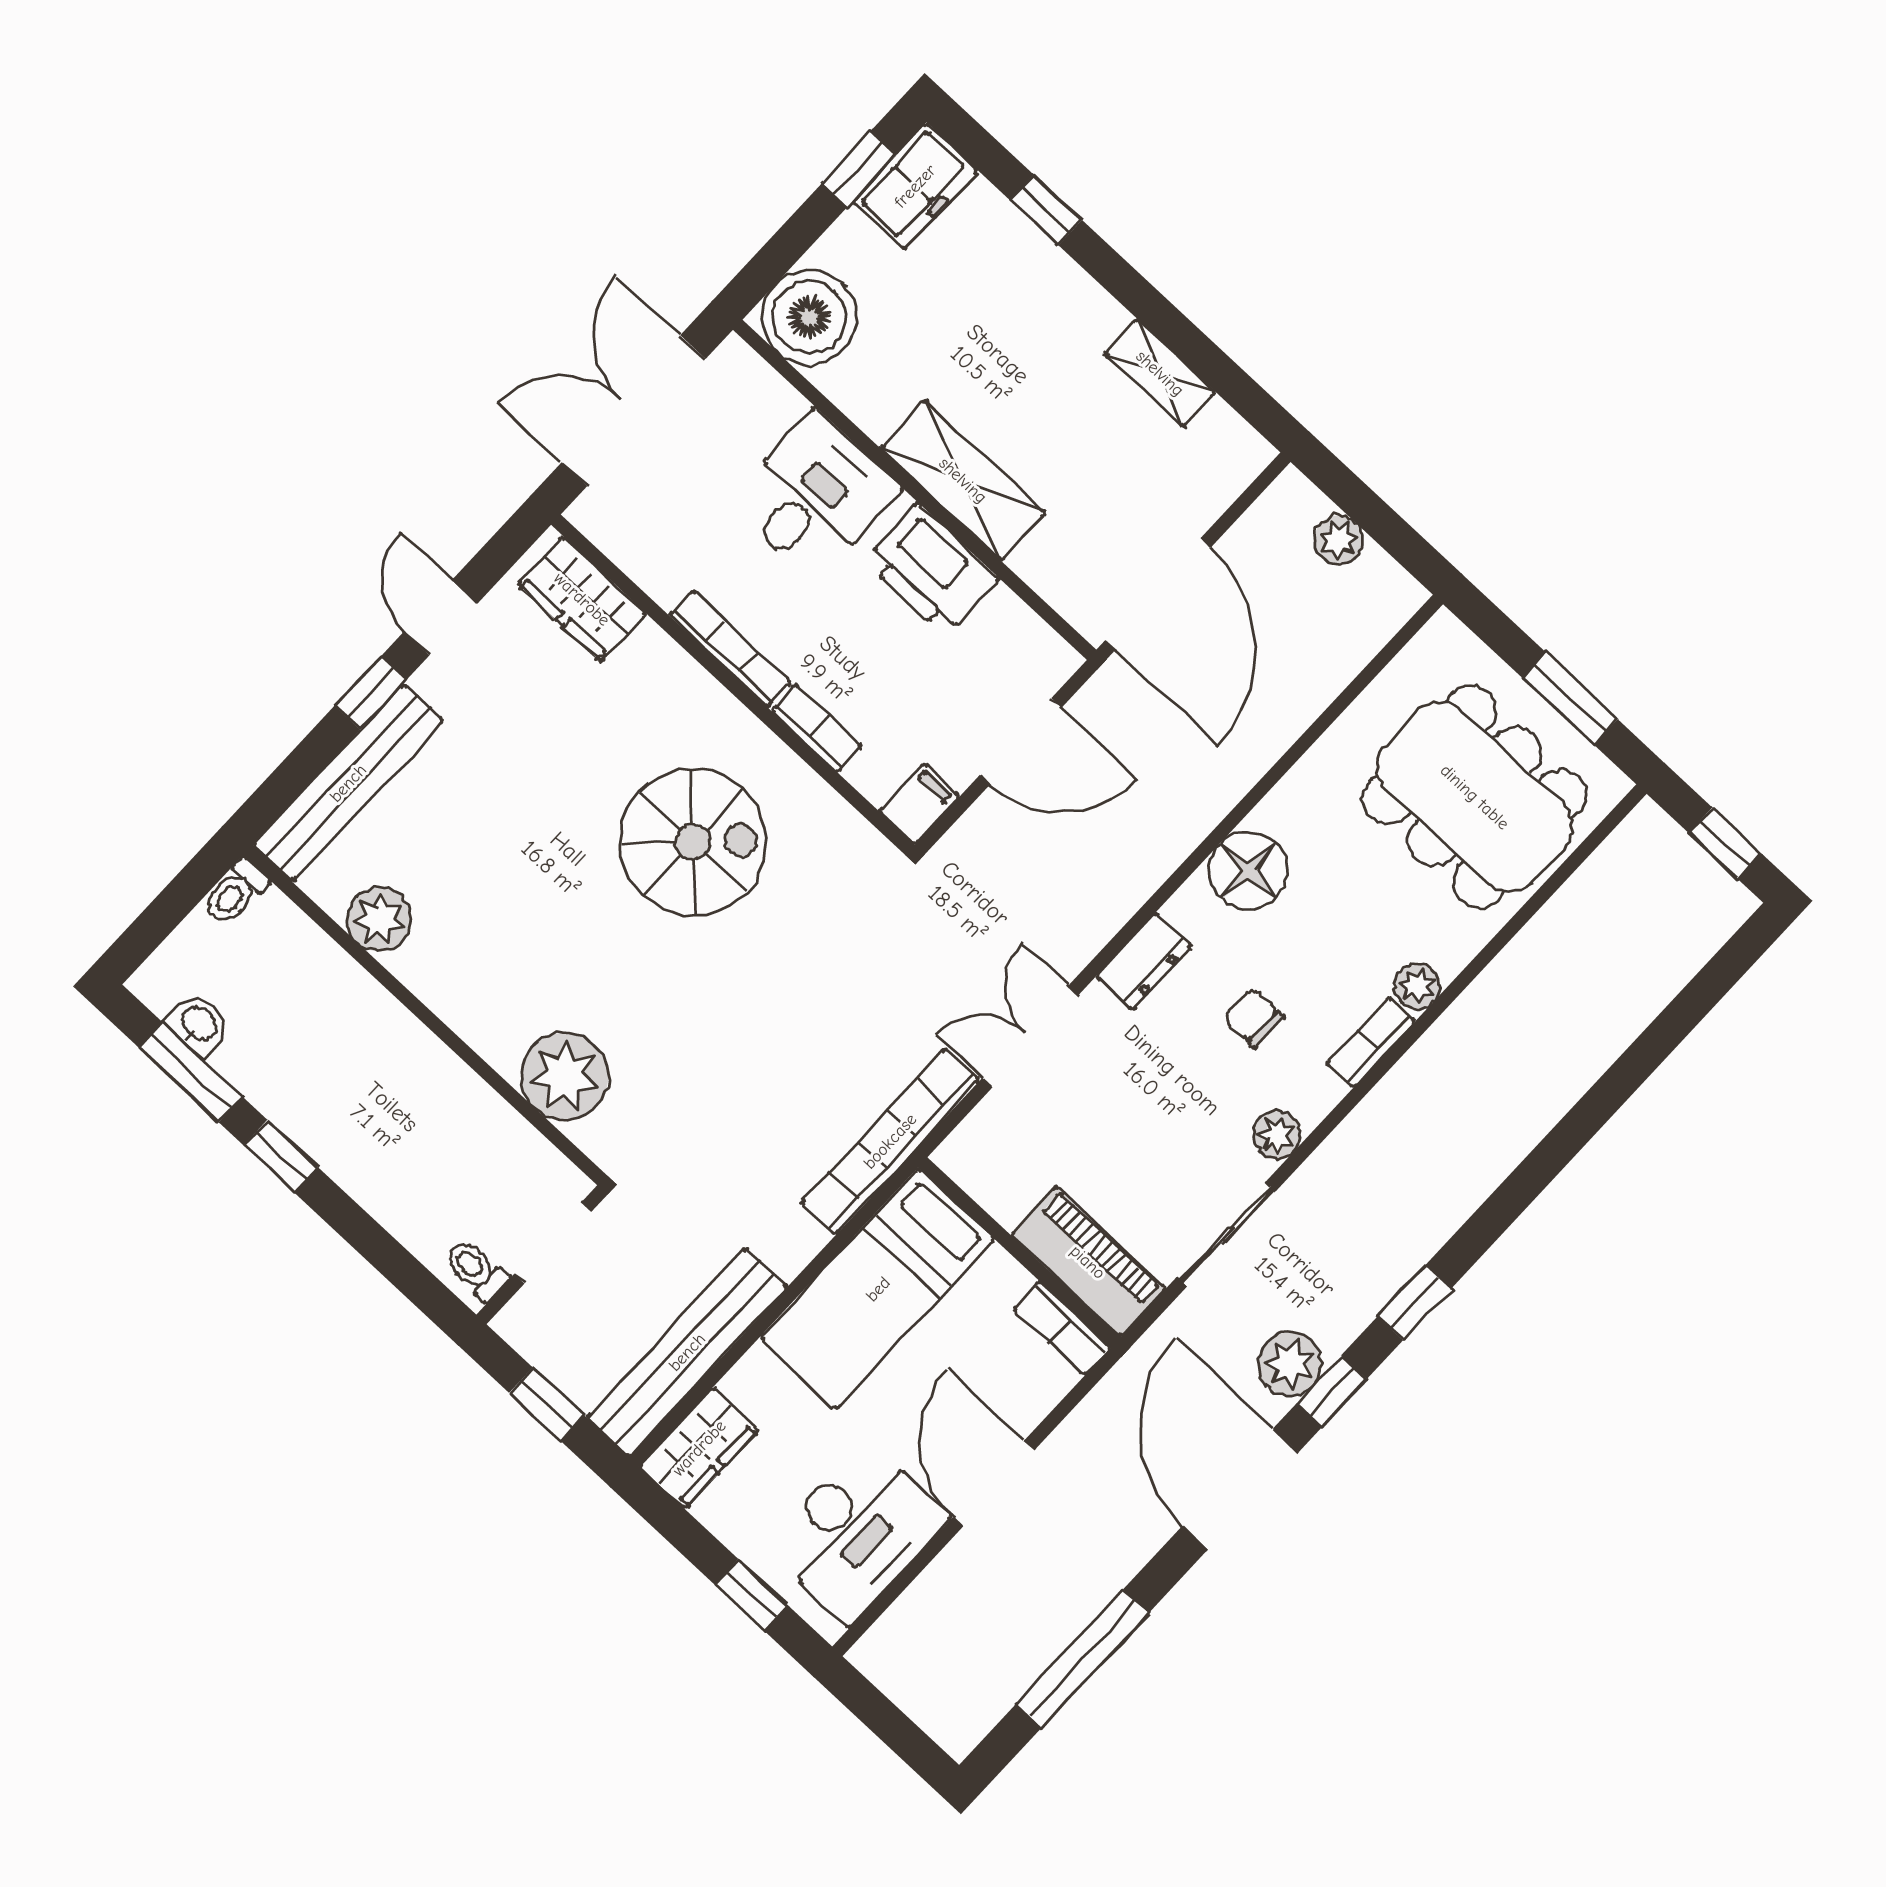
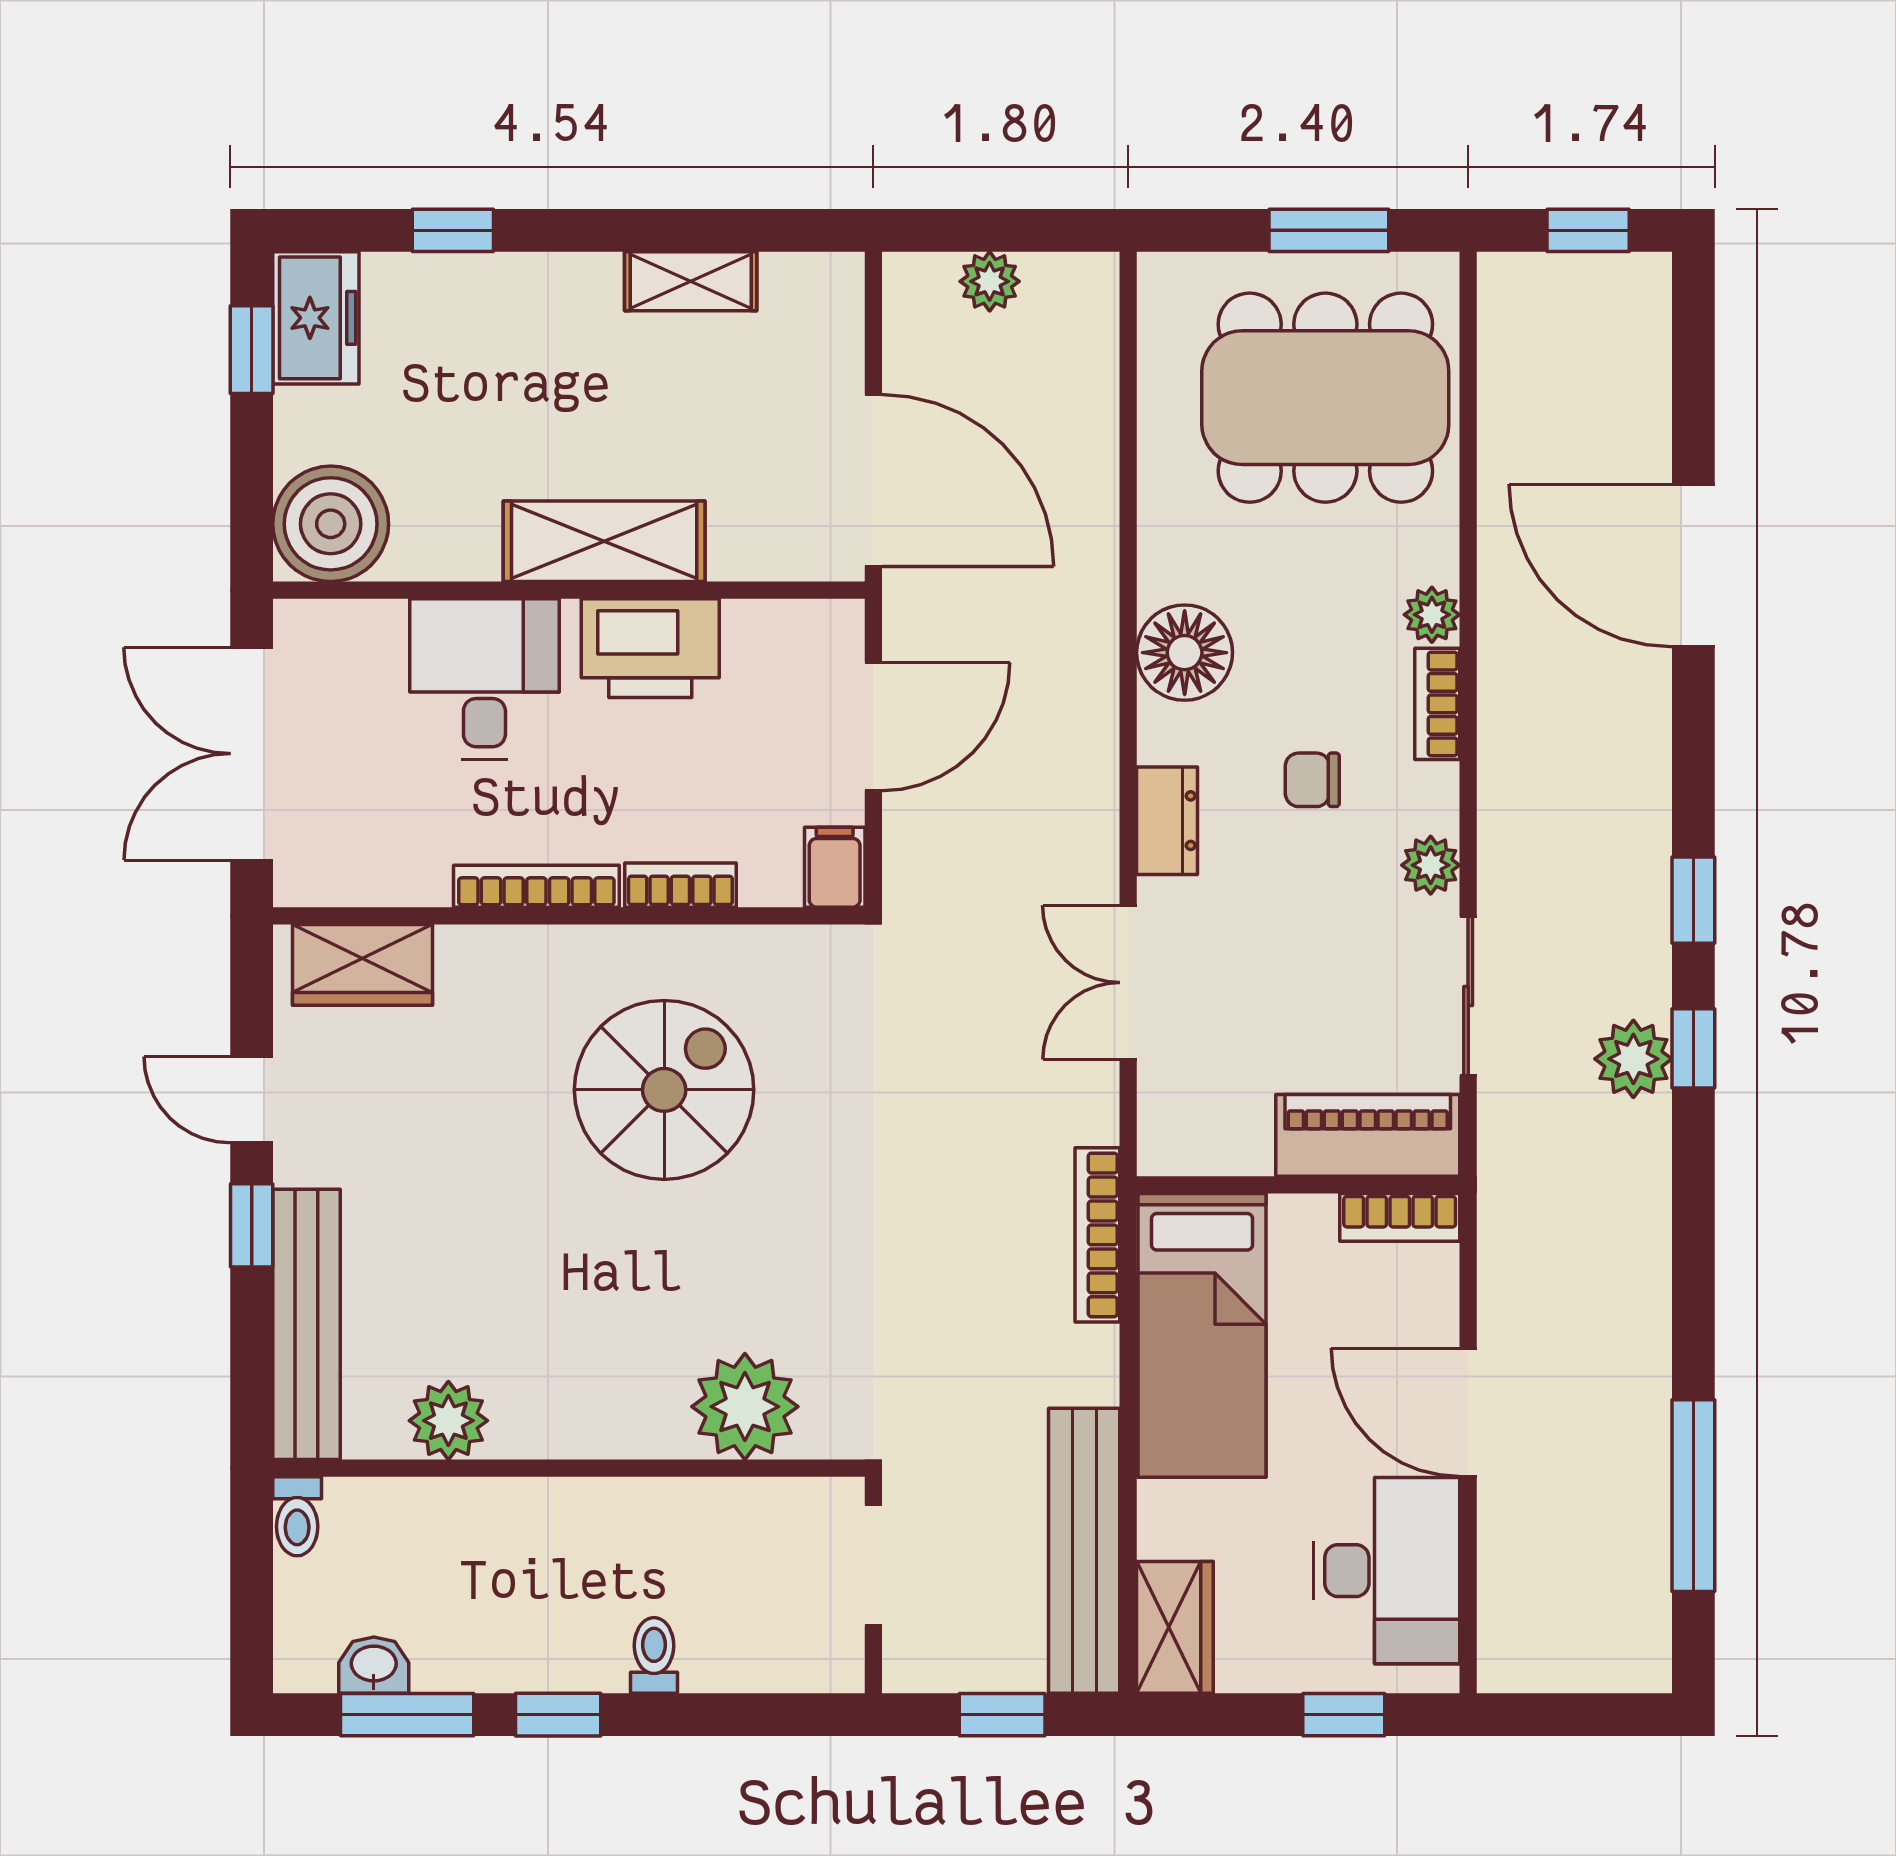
bookcase: (890, 1141) -> (1097, 1235), width x0.68, depth x0.76
toilet: (476, 1270) -> (654, 1655), moved, turned 90
door: (1240, 1489) -> (1693, 565), moved

